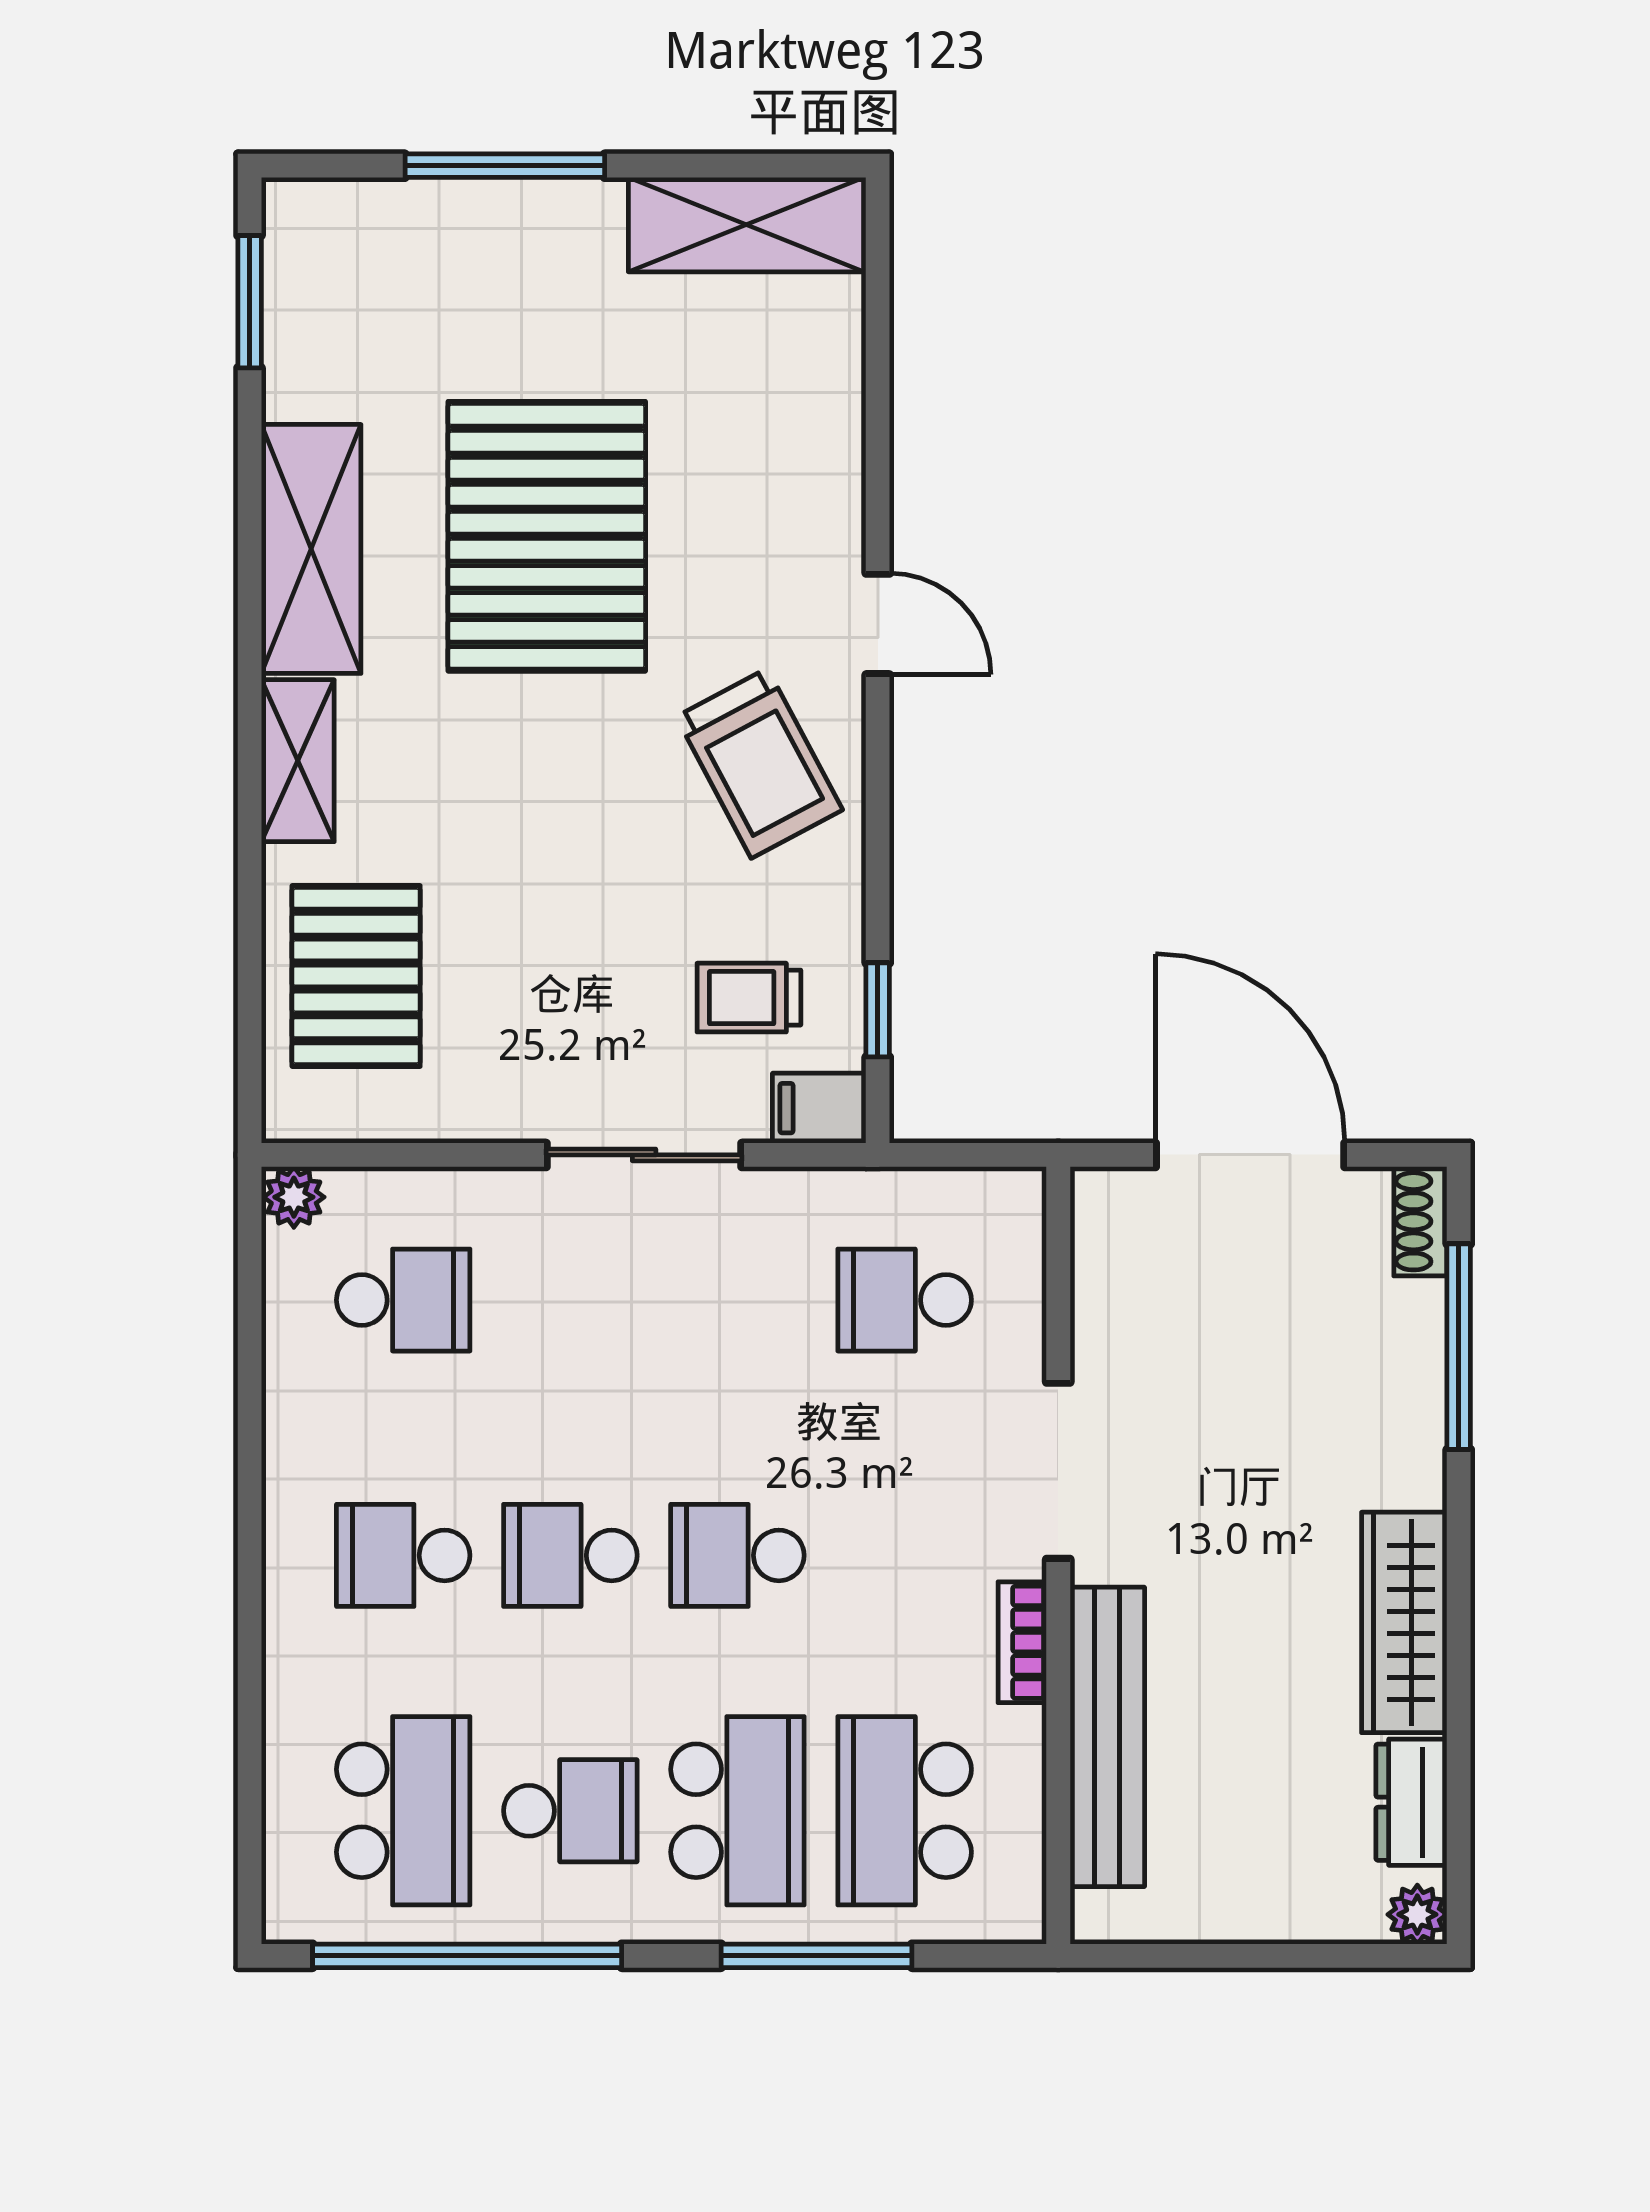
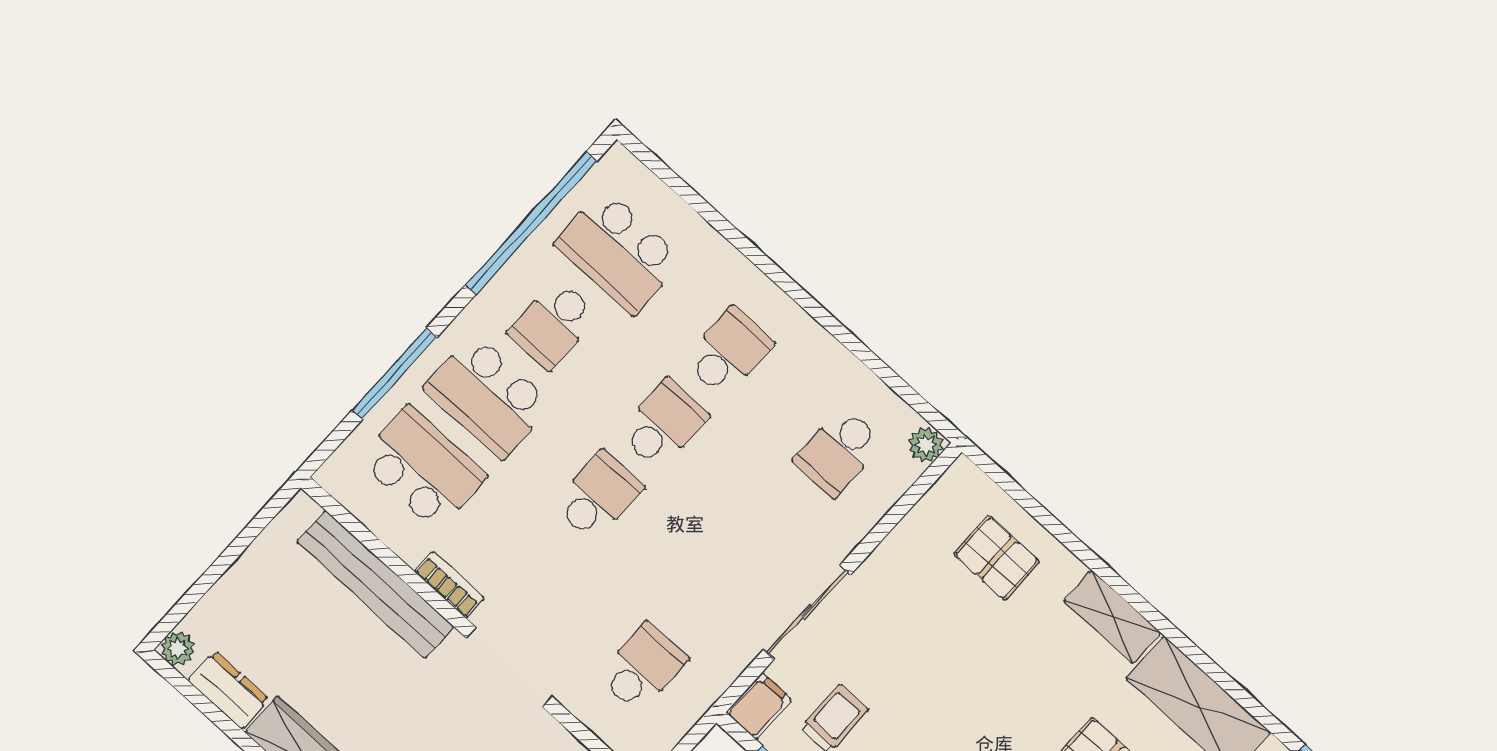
pallet: (356, 976) -> (997, 558), width x0.67, depth x0.71

